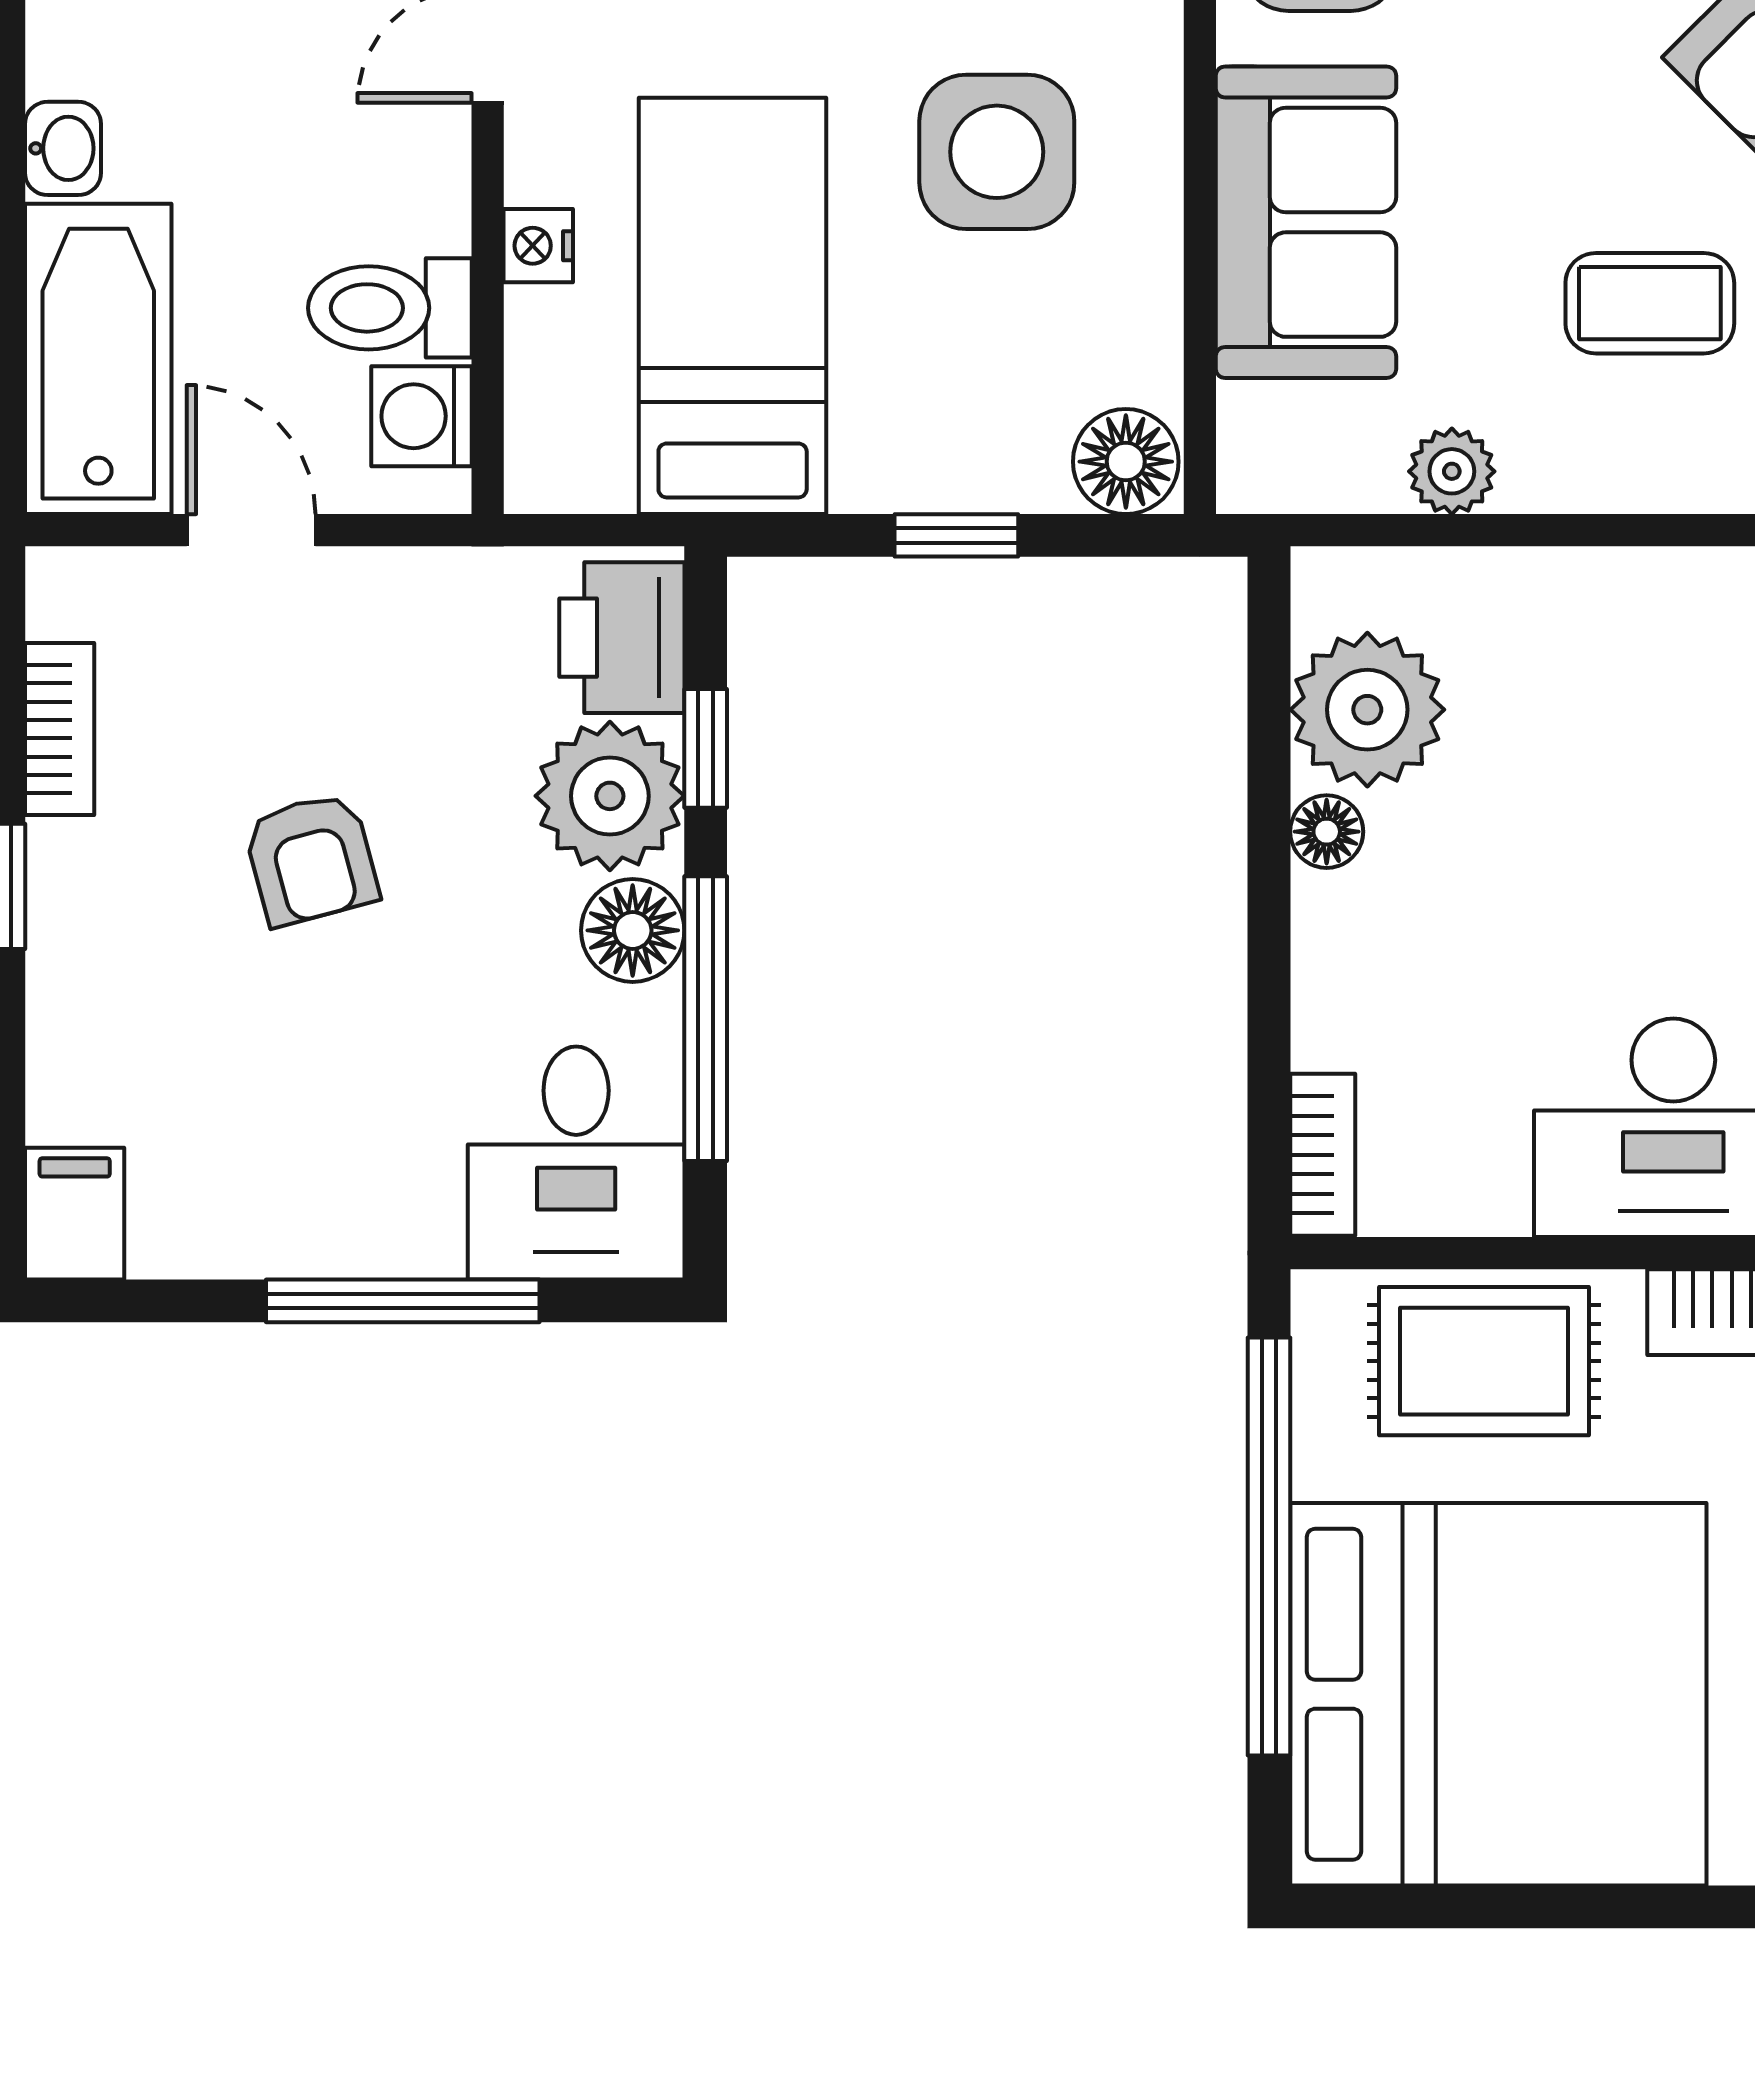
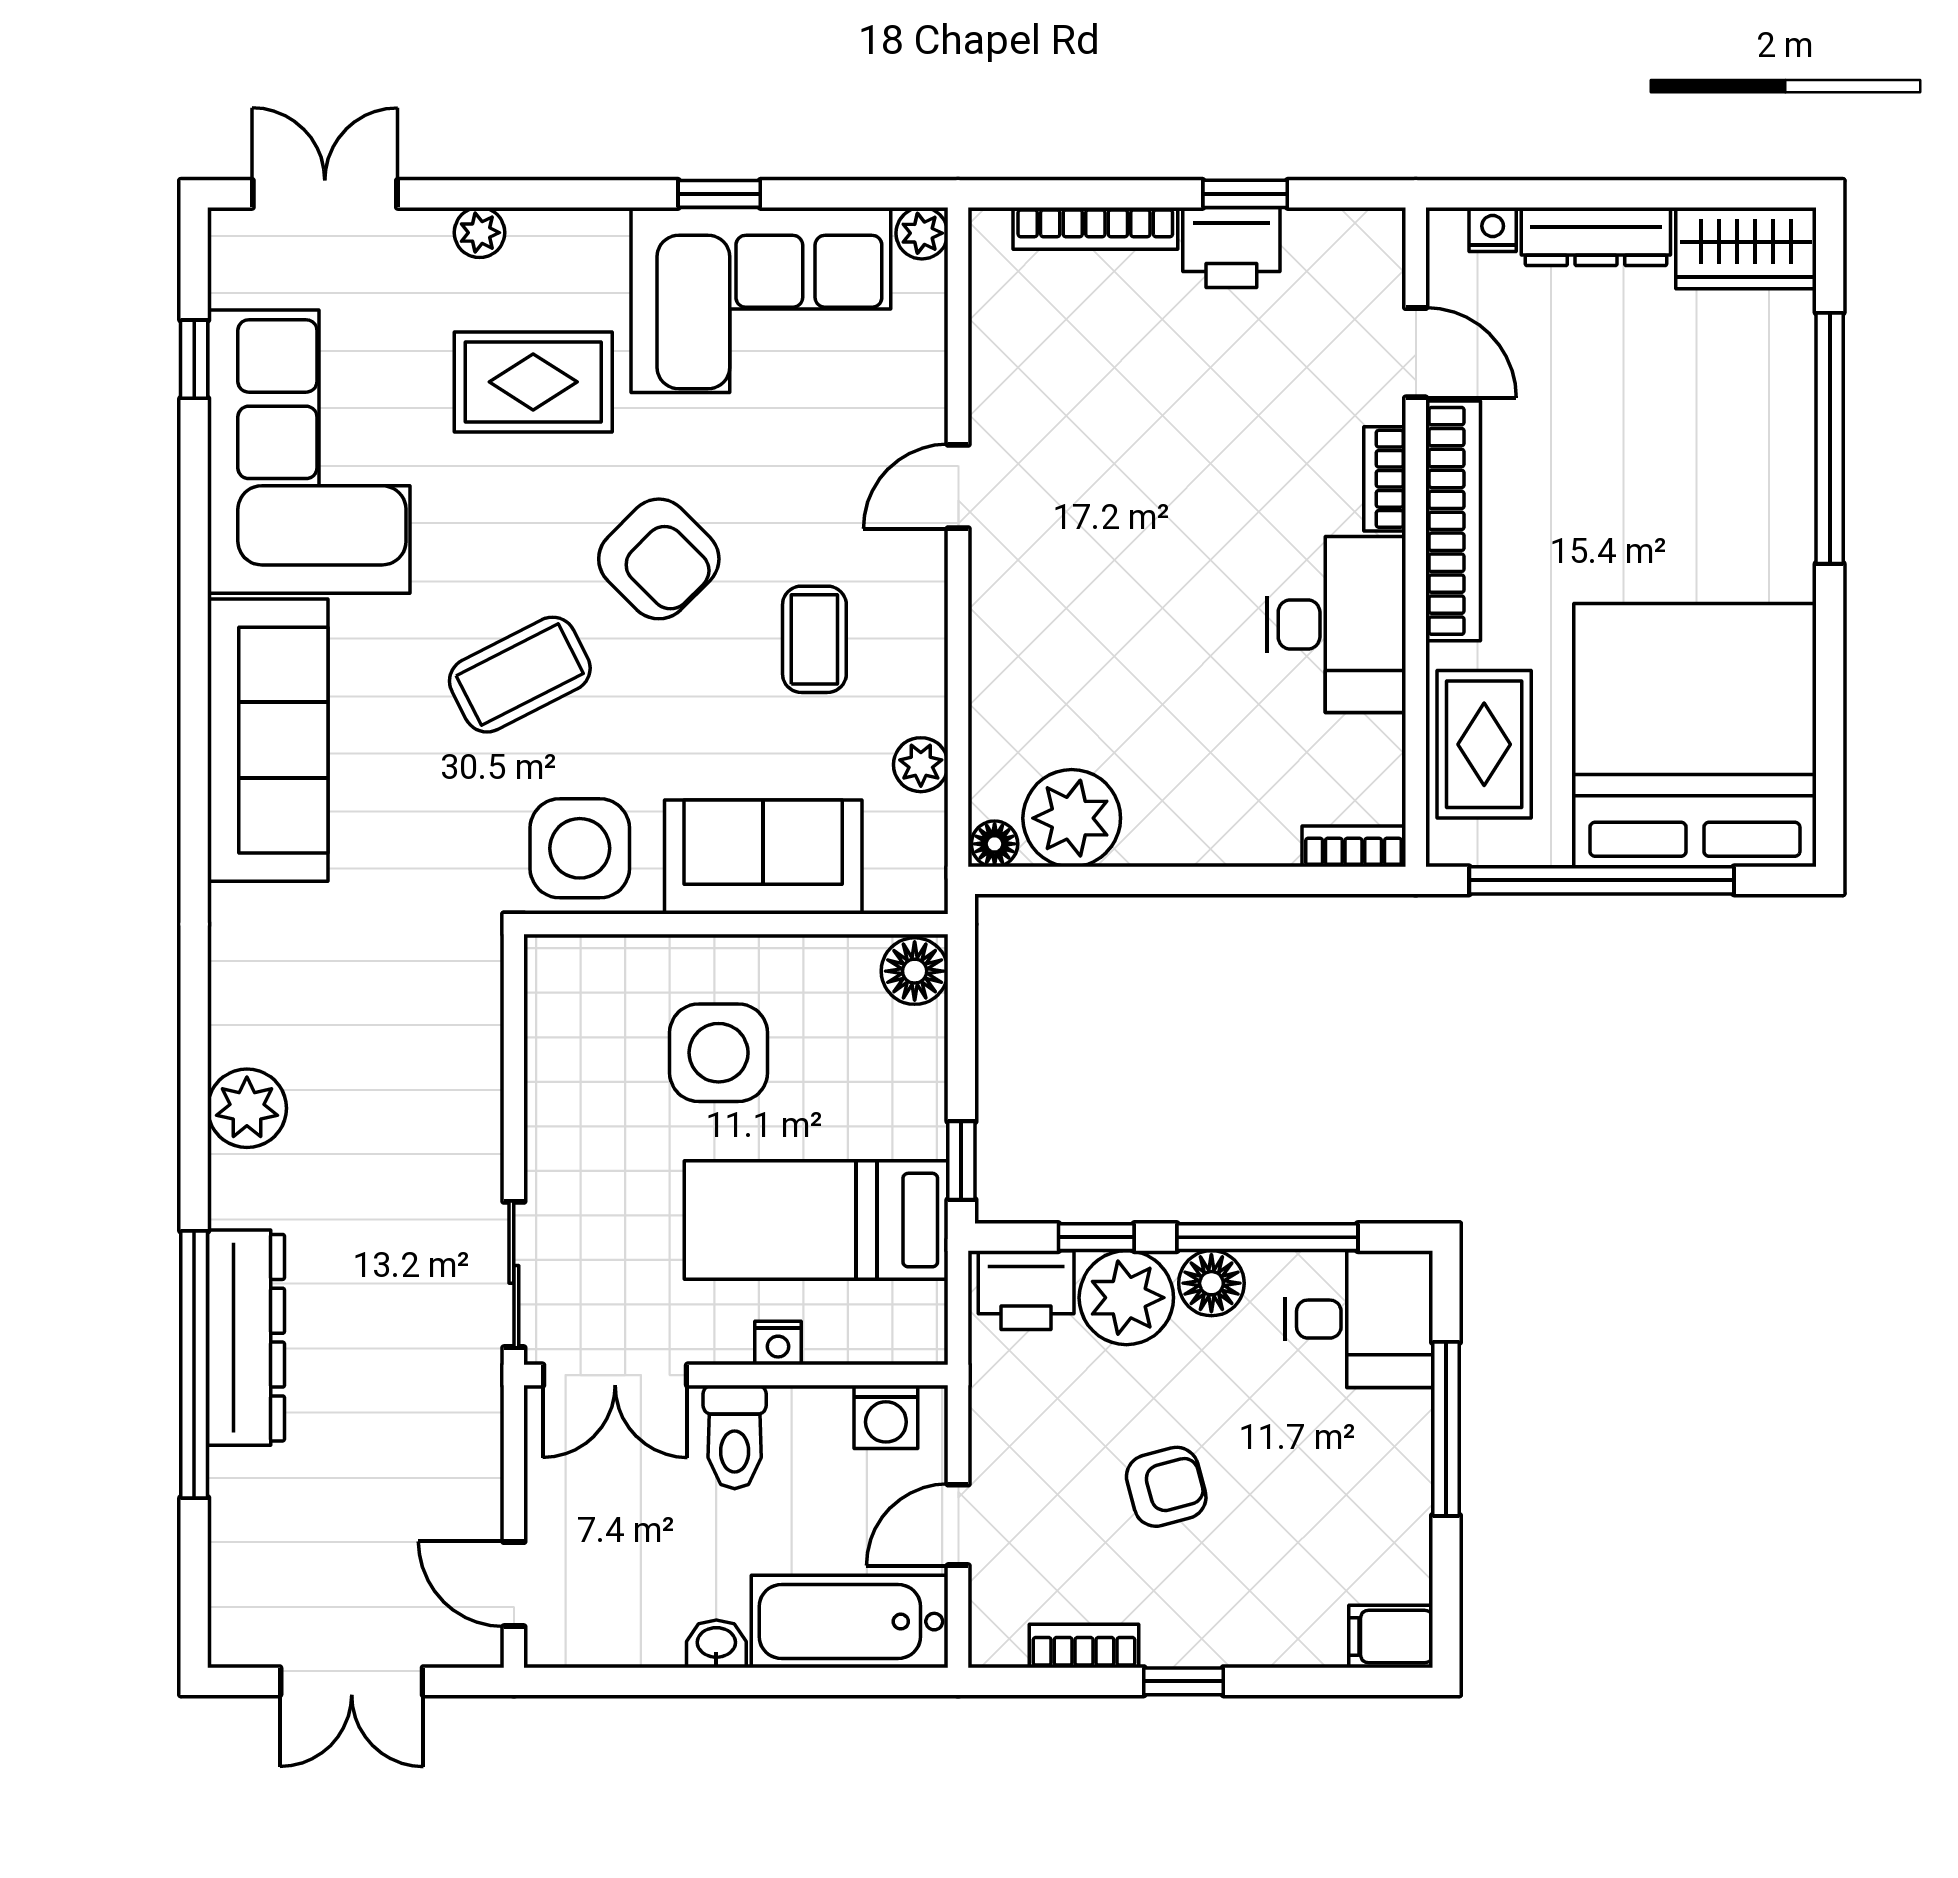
toilet: (390, 308) -> (735, 1437), moved
window: (956, 535) -> (961, 1161), moved
floor lamp: (1327, 832) -> (995, 844), moved

